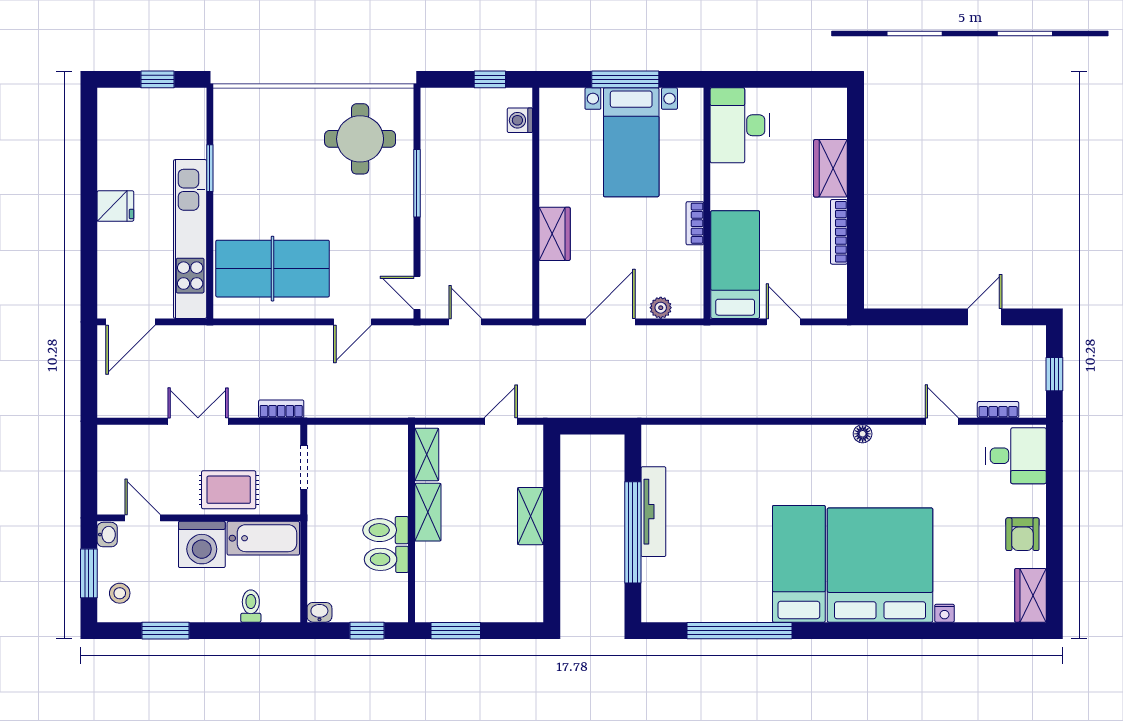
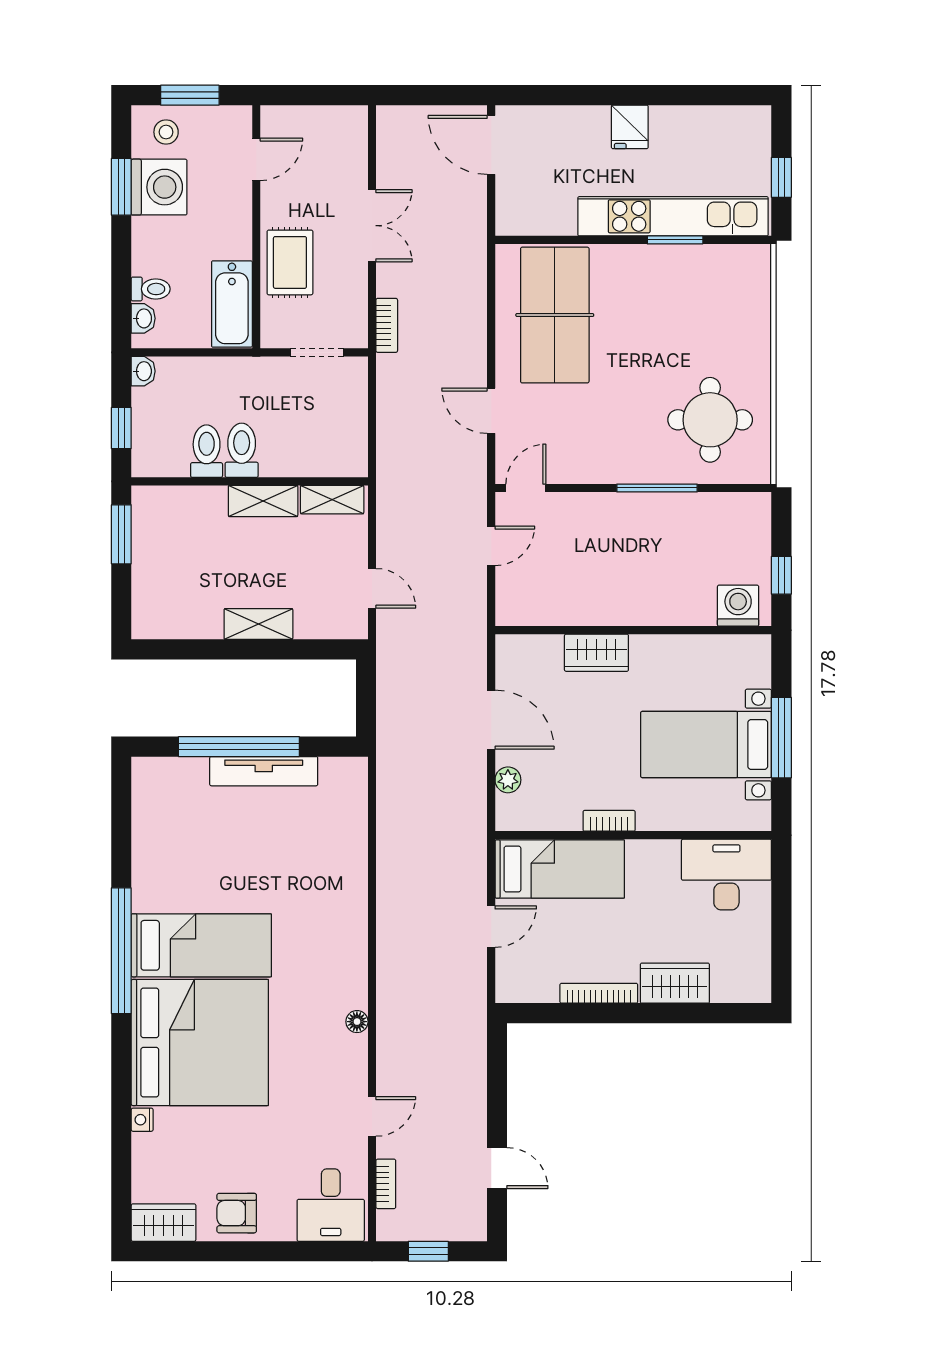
washing machine: (520, 120) -> (738, 606), width x1.38, depth x1.38
kitchen unit: (190, 239) -> (673, 216), moved
washbasin: (107, 535) -> (143, 318), moved, turned -90
washing machine: (202, 544) -> (159, 187), moved, turned 180
window: (740, 631) -> (121, 951), moved

